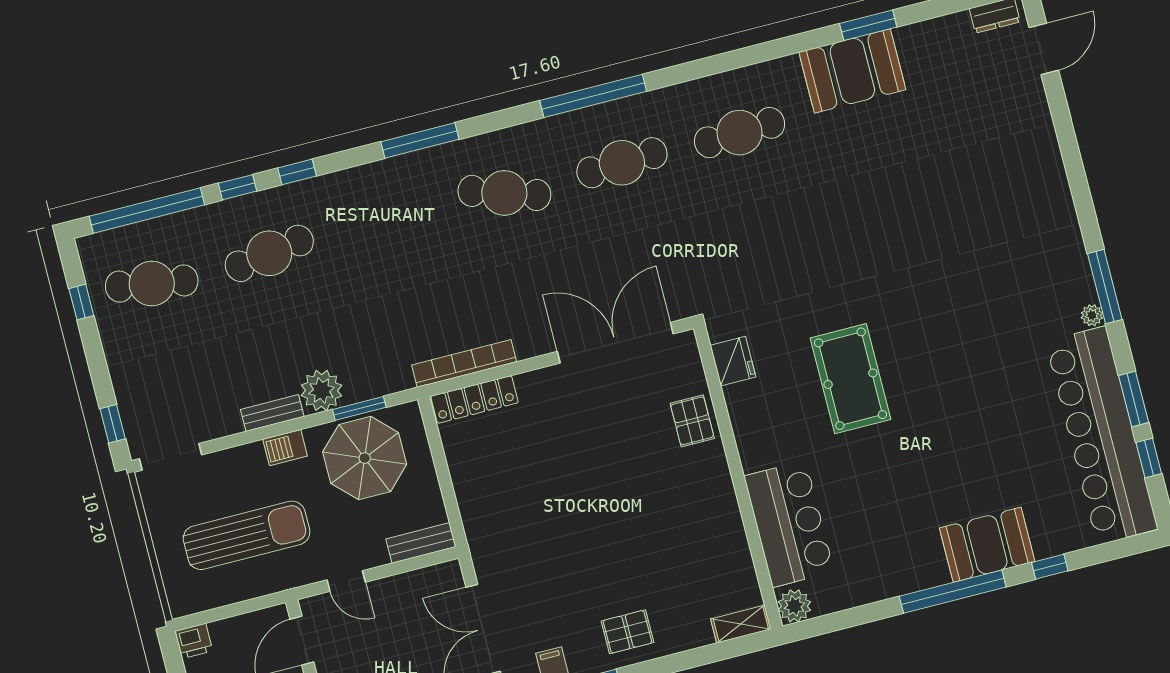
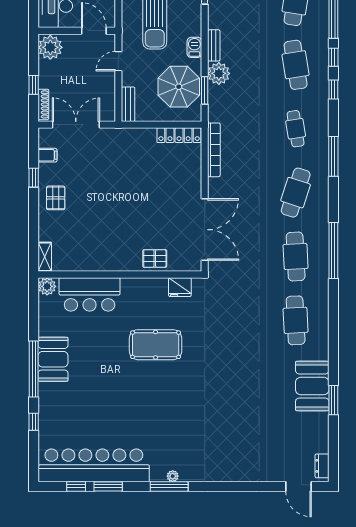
cafe table: (387, 223) -> (296, 129), added
plant: (1092, 315) -> (173, 476), moved
locker: (474, 399) -> (179, 135), moved, turned -90
booth: (987, 545) -> (53, 359), moved

